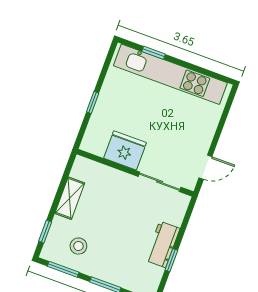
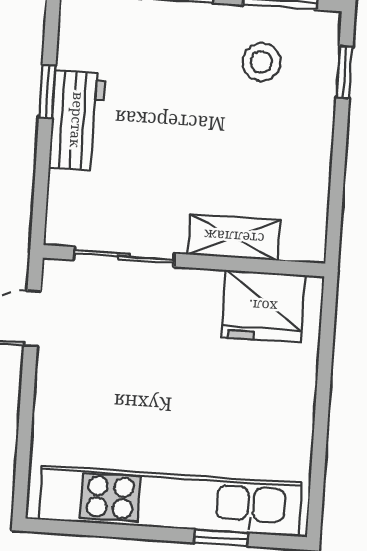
window: (93, 103) -> (323, 388), removed
fridge: (125, 150) -> (263, 306), moved
shelving: (70, 198) -> (234, 237), moved, turned 90

